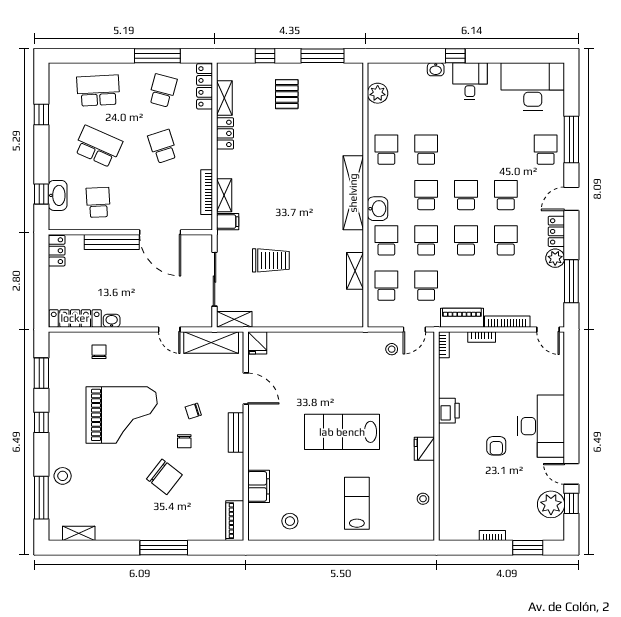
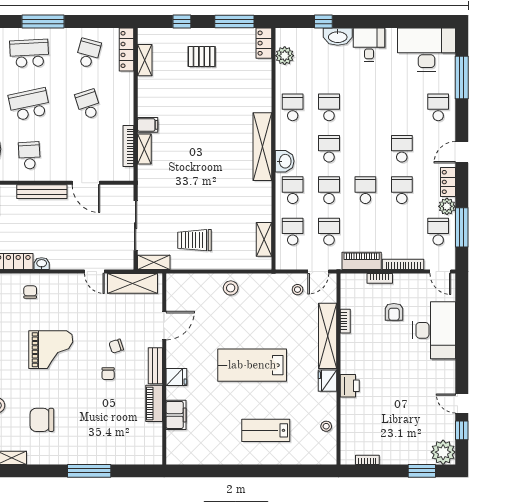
window: (157, 56) -> (43, 21), moved
window: (455, 56) -> (323, 21), moved
washbasin: (436, 69) -> (338, 37), width x1.91, depth x1.45
pallet: (287, 94) -> (202, 56), turned 90
locker: (225, 133) -> (264, 43), moved, turned 180
window: (571, 140) -> (462, 77), moved
school desk: (98, 146) -> (29, 104), turned -36
school desk: (466, 195) -> (438, 232), moved
filing cabinet: (228, 222) -> (148, 125), moved
door: (160, 232) -> (86, 183), width x0.73
trolley: (271, 260) -> (195, 240), moved, turned 180
shelving: (355, 271) -> (264, 239), moved
fridge: (257, 343) -> (176, 377), moved, turned -90
bookcase: (444, 345) -> (345, 321), moved
door: (246, 389) -> (164, 326), hinge flipped
shelving: (425, 400) -> (328, 336), added
printer: (449, 411) -> (350, 386), moved
grand piano: (122, 415) -> (51, 350), width x0.73, depth x0.68
desk: (541, 426) -> (434, 330), moved
armchair: (496, 446) -> (394, 312), moved
chair: (164, 477) -> (42, 420), moved, turned 142
lab bench: (357, 503) -> (266, 430), turned -90
plant: (551, 504) -> (443, 452), moved
piano: (235, 521) -> (154, 403), moved
stool: (290, 521) -> (231, 288), moved
bookcase: (492, 535) -> (367, 460), moved

